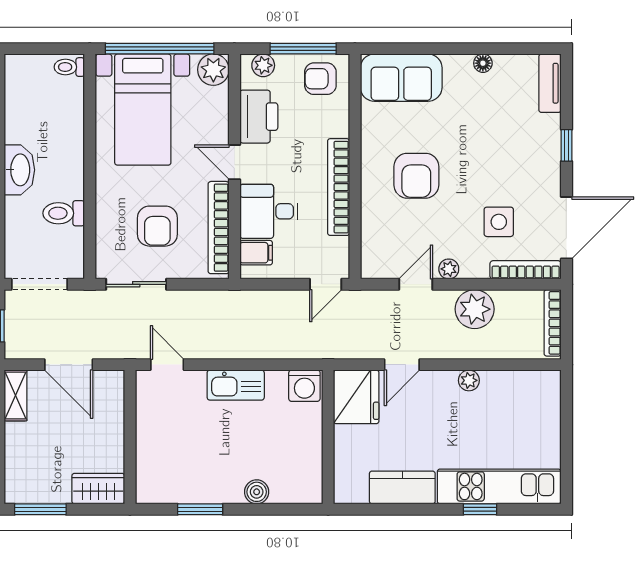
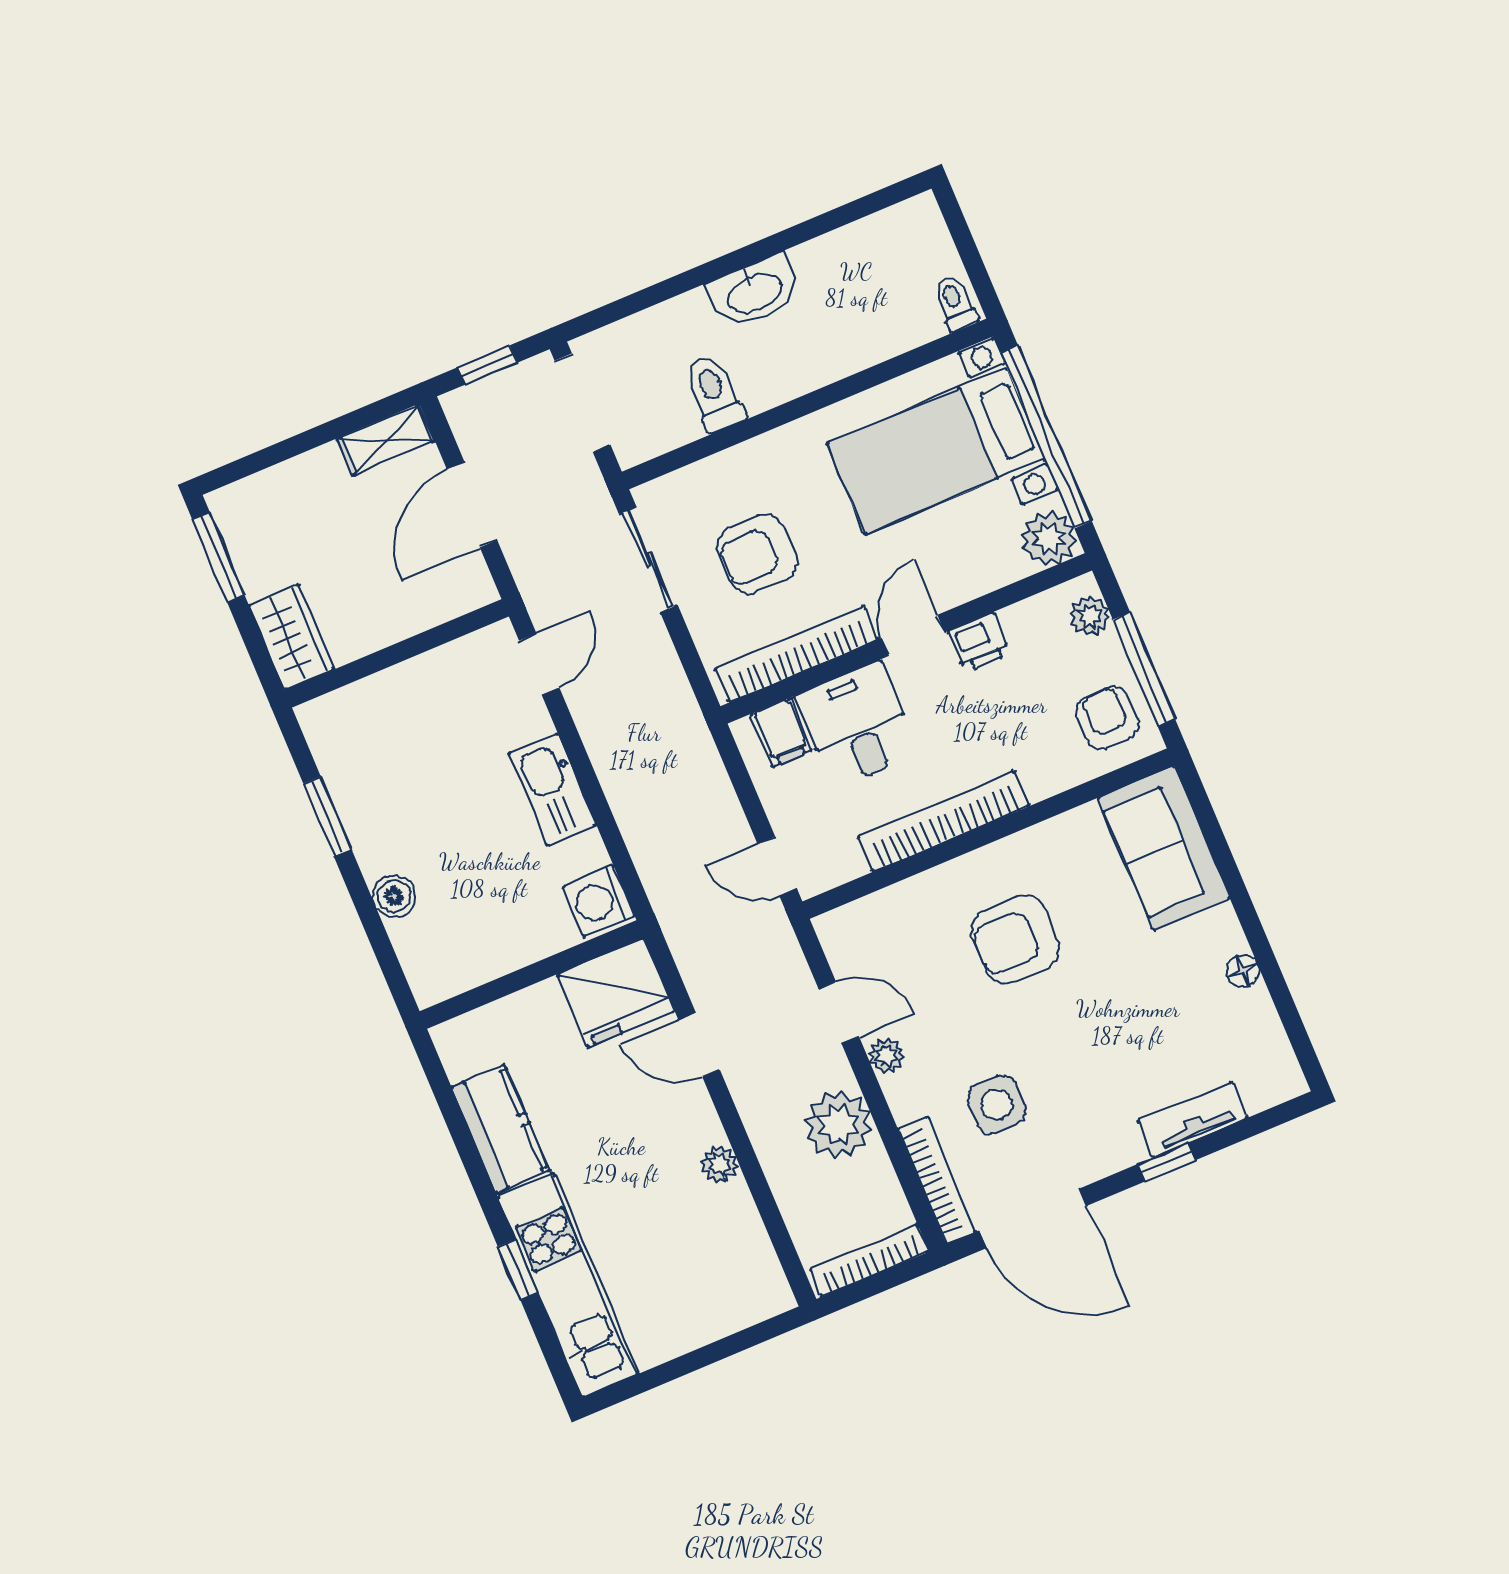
tv unit: (550, 83) -> (1193, 1120), moved
printer: (259, 117) -> (979, 642), width x0.53, depth x0.68

